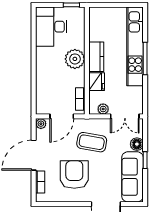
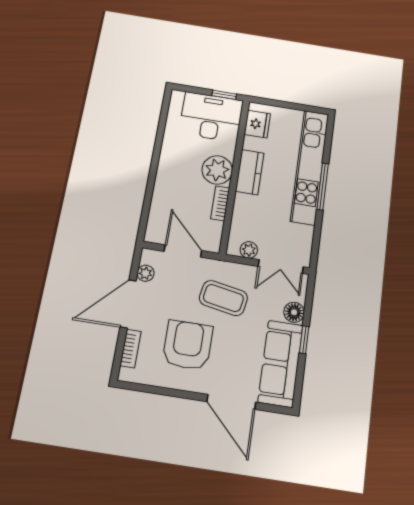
desk: (51, 27) -> (211, 117), moved, turned 90
fridge: (97, 82) -> (257, 124), moved
bookcase: (80, 99) -> (220, 203), moved
door: (62, 116) -> (183, 251), swing flipped
plant: (41, 124) -> (146, 273), moved

